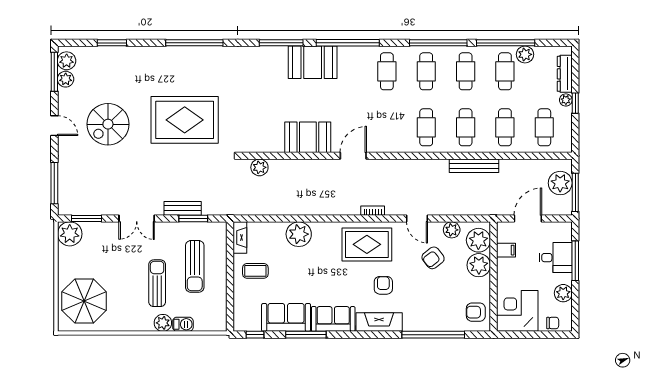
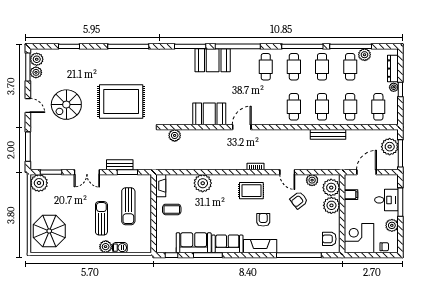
rug: (367, 244) -> (251, 191), width x0.73, depth x0.70

